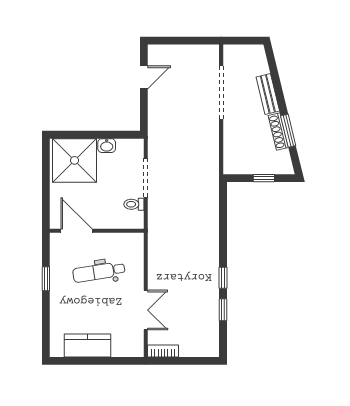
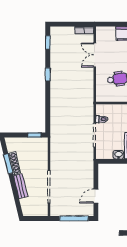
window: (180, 41) -> (74, 218), added
window: (264, 178) -> (34, 135), moved
window: (223, 310) -> (48, 43), moved

